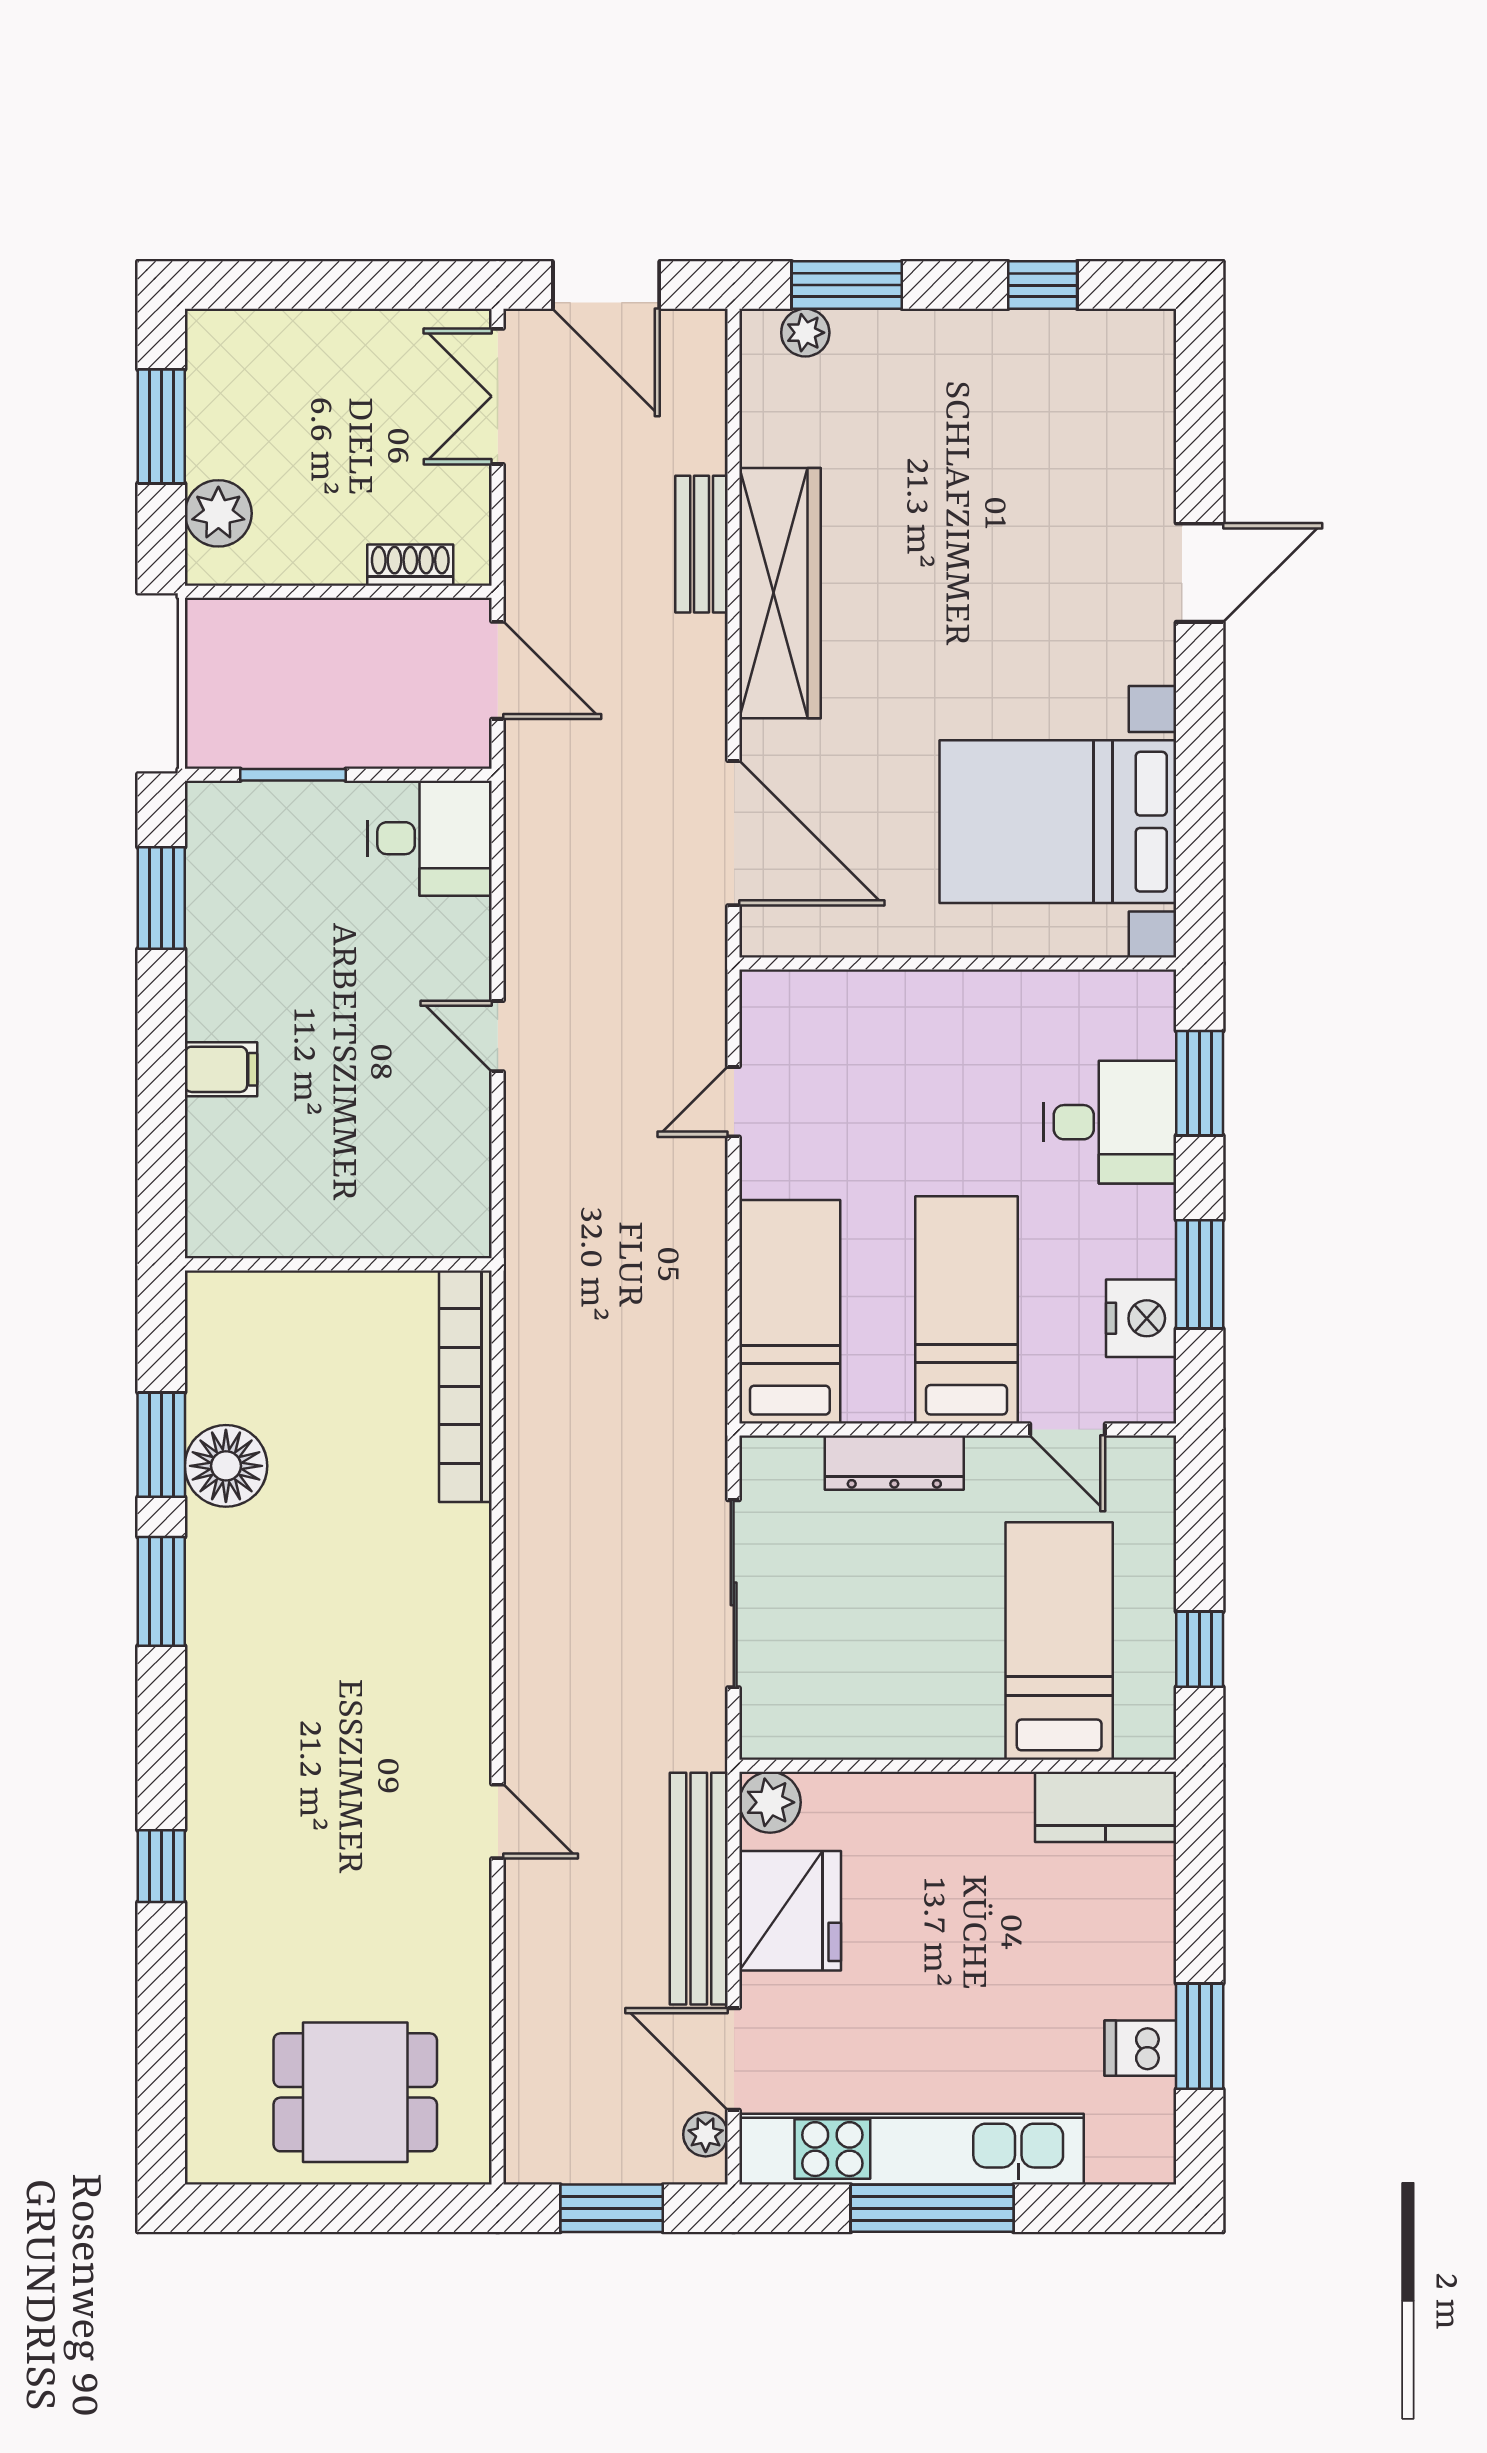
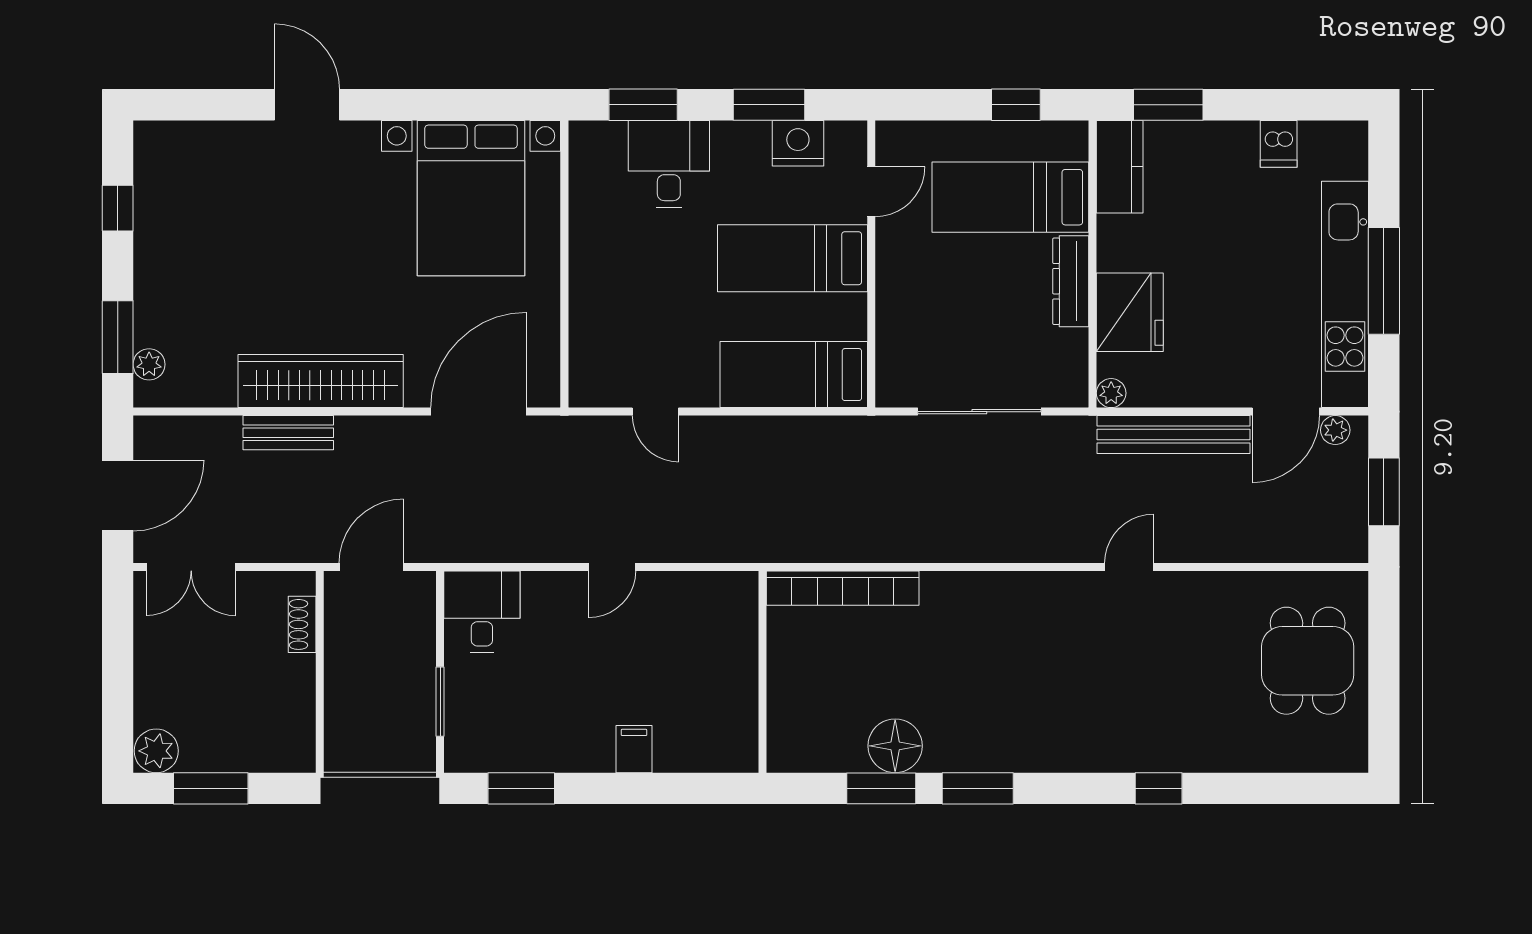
plant: (218, 513) -> (156, 751), moved
dresser: (894, 1463) -> (1071, 281), moved, turned 180
plant: (770, 1802) -> (1111, 393), width x0.73, depth x0.73
fridge: (790, 1911) -> (1130, 312), moved, turned 90
window: (1200, 2036) -> (1168, 105), moved

